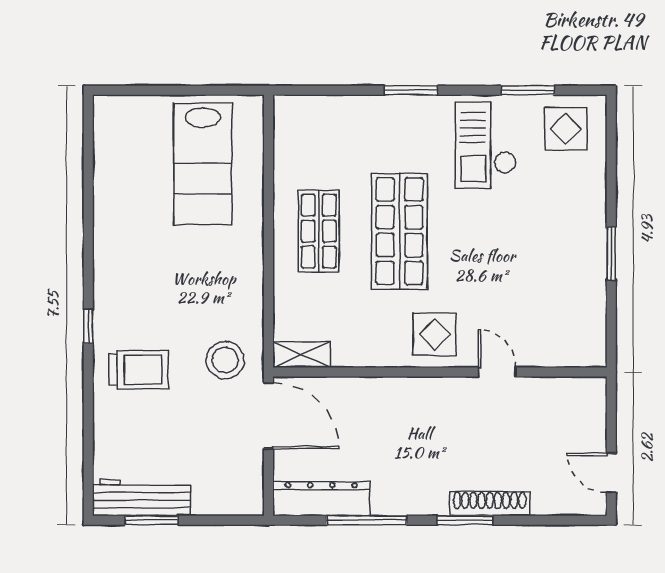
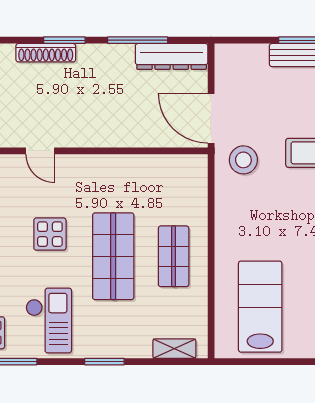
display table: (435, 334) -> (50, 234), moved
shelving: (302, 355) -> (174, 349), moved

